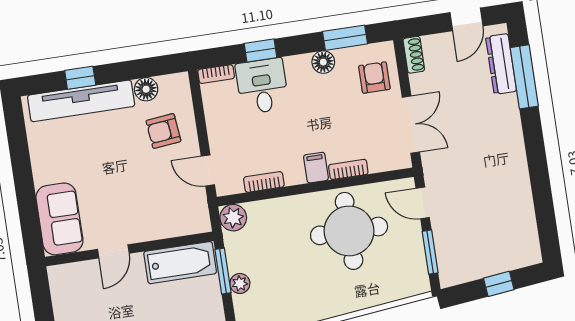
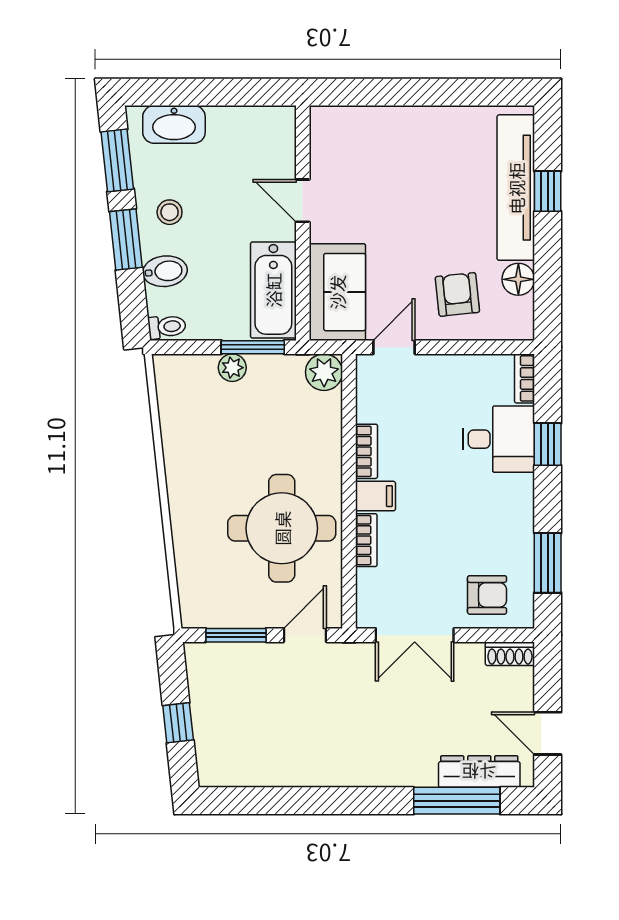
floor lamp: (323, 62) -> (519, 528), removed
bookcase: (264, 182) -> (367, 451), moved
sofa: (59, 219) -> (337, 292), moved, turned -90

